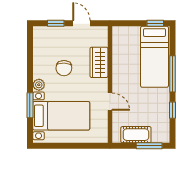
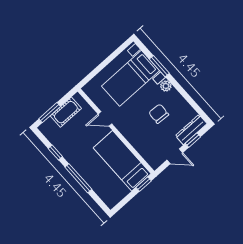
window: (155, 23) -> (144, 184), moved
dresser: (50, 33) -> (191, 130), added
bed: (154, 57) -> (122, 161), moved
wardrobe: (99, 62) -> (138, 140), removed

